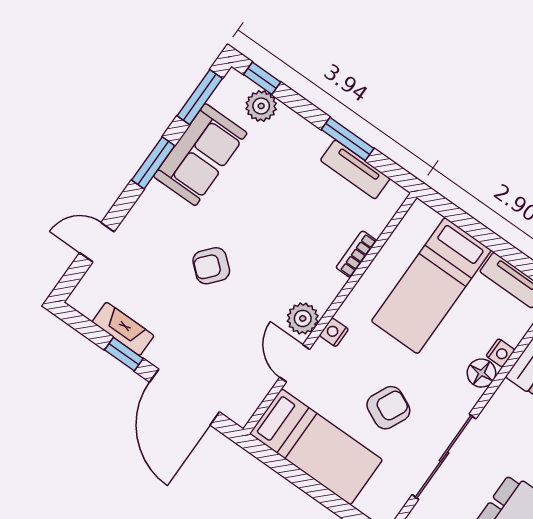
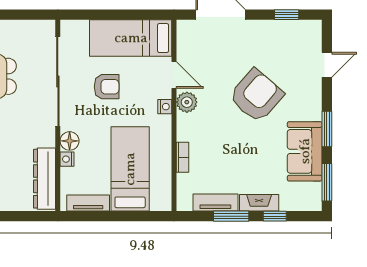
window: (262, 78) -> (275, 216), moved
plant: (261, 106) -> (290, 201), removed
armchair: (211, 266) -> (256, 96), width x1.88, depth x1.88
fireplace: (123, 329) -> (259, 203), moved, turned 180
window: (124, 354) -> (287, 15), moved
armchair: (388, 408) -> (107, 87), turned -115
sliding door: (444, 457) -> (58, 81), width x1.36

